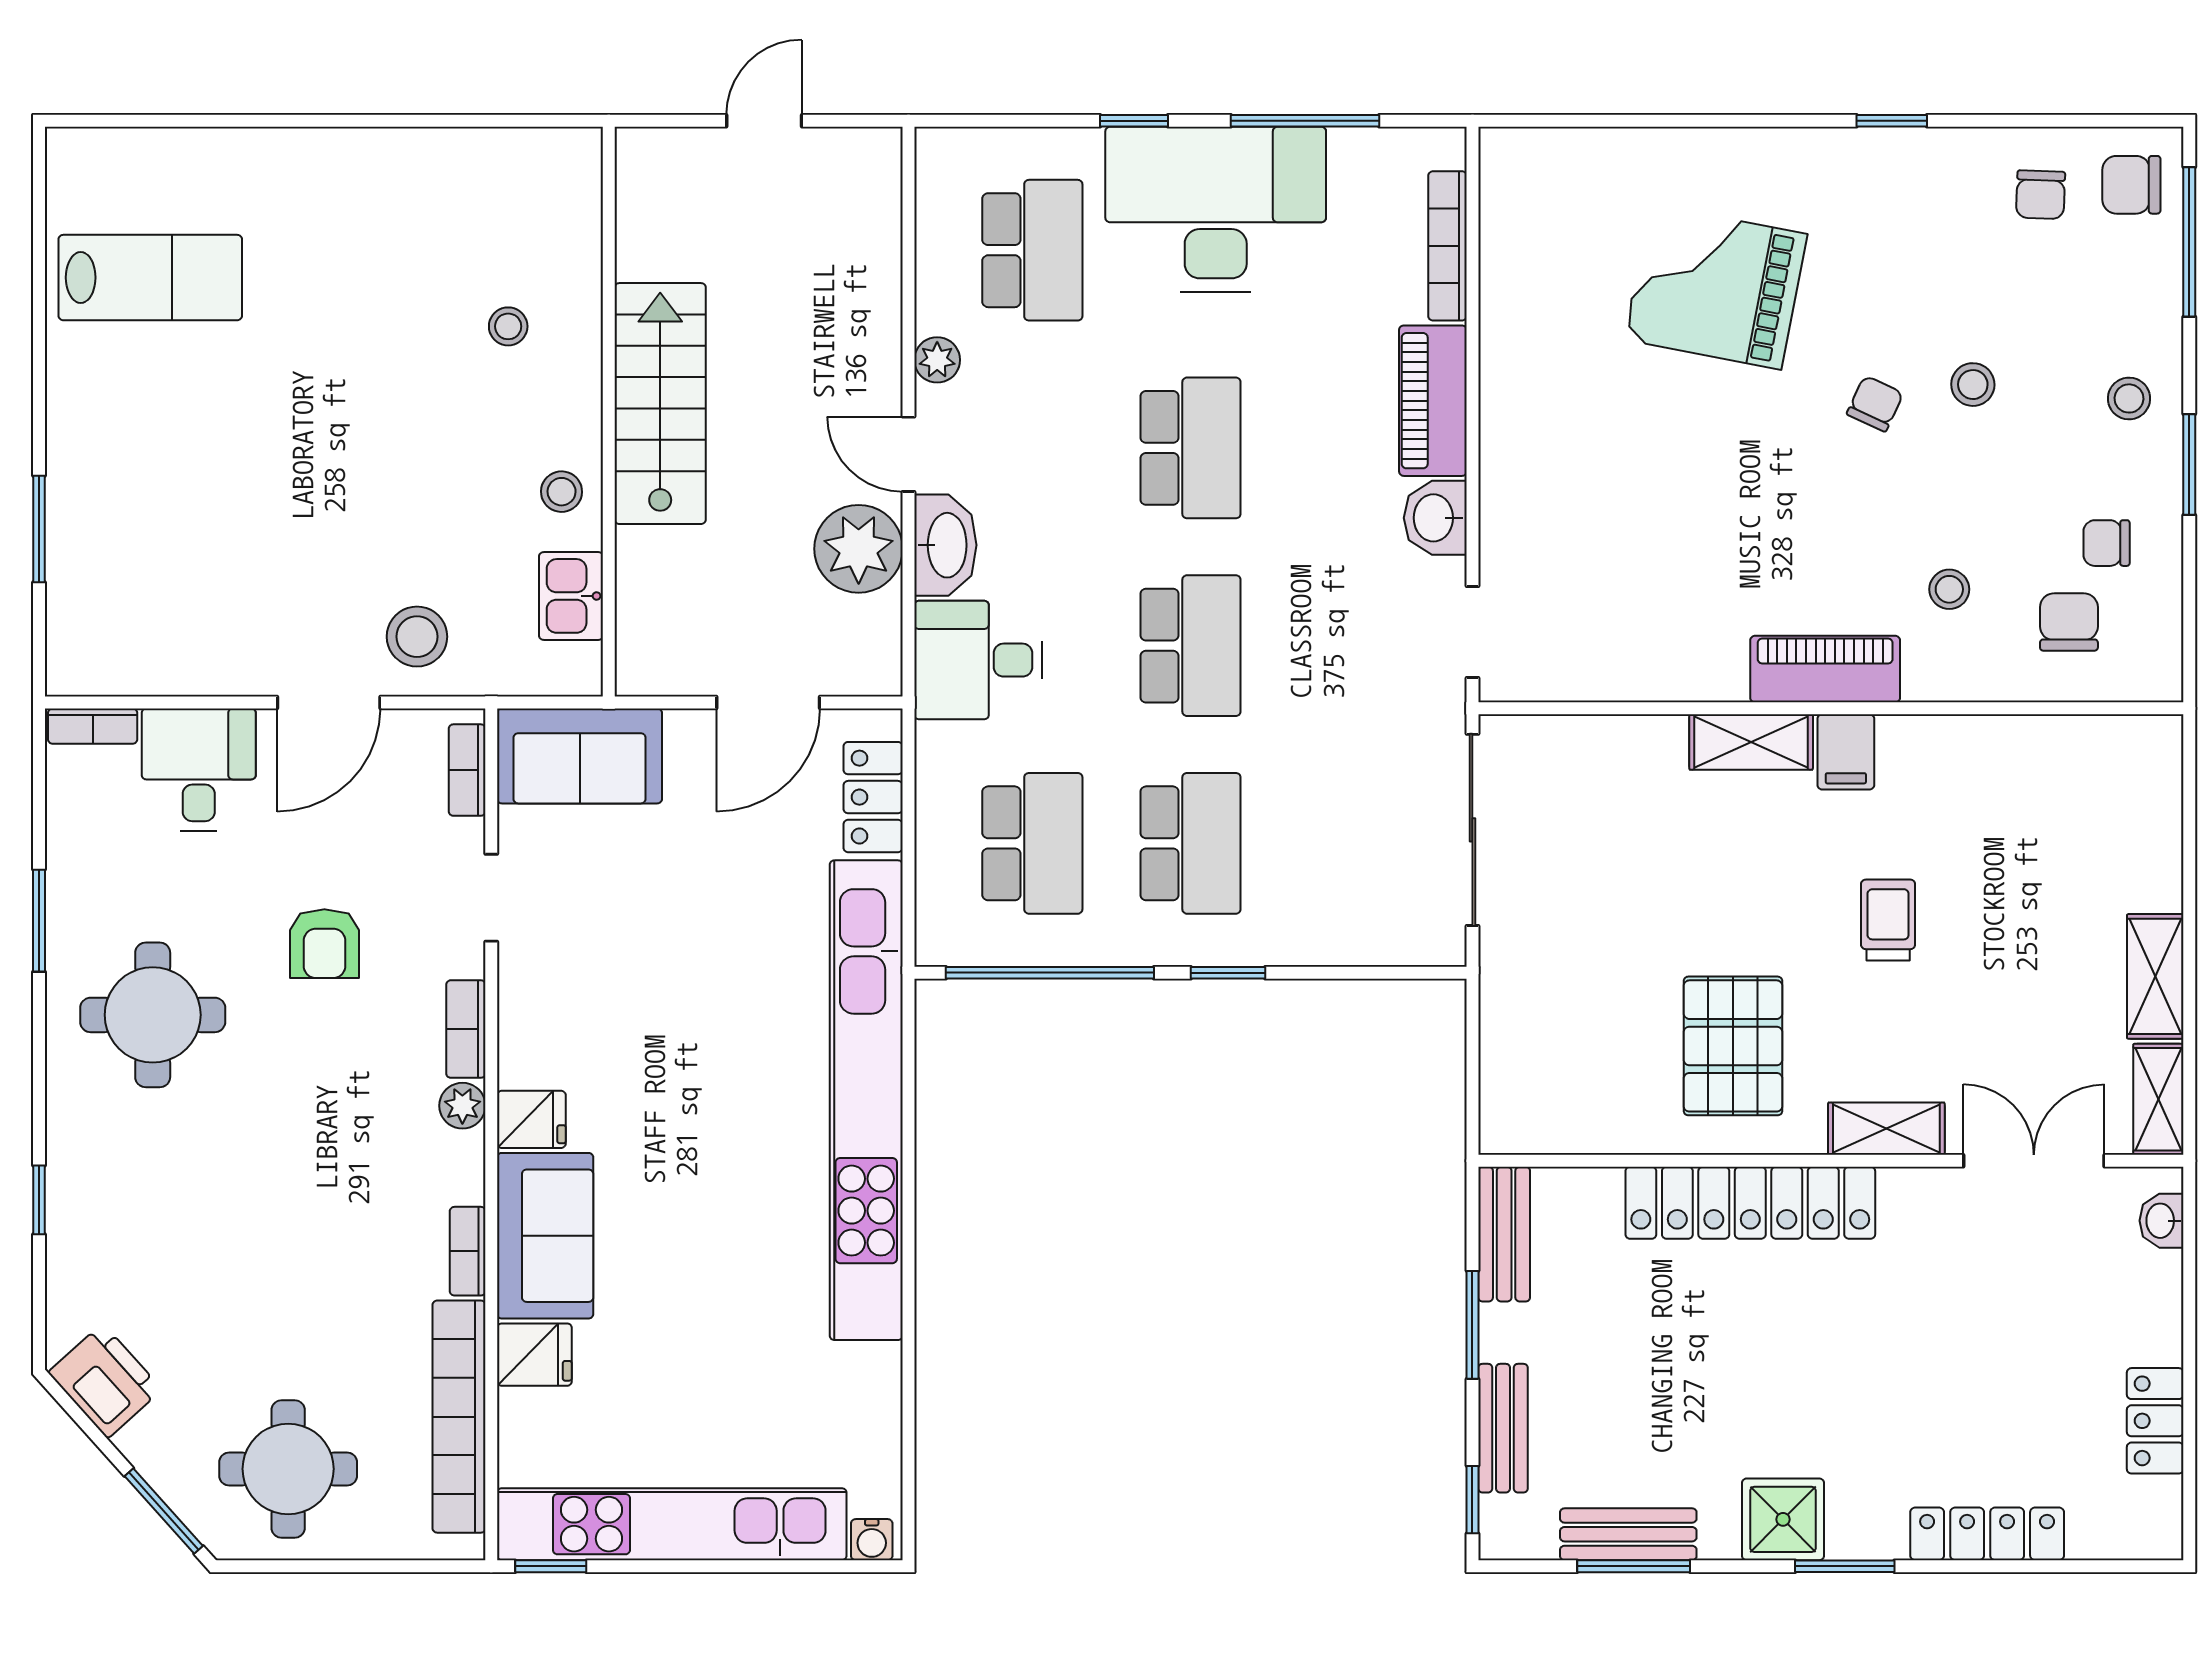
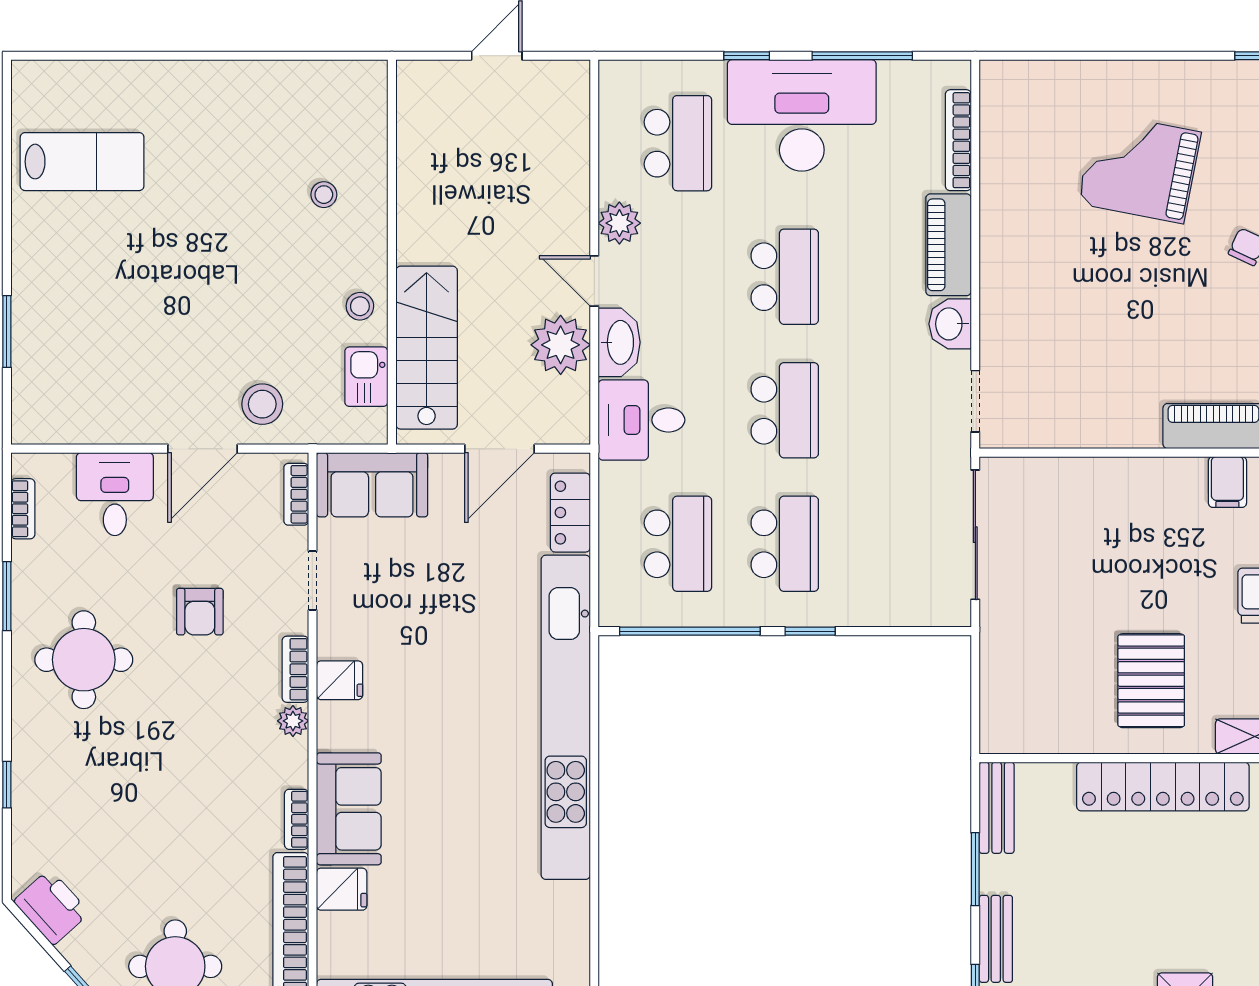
plant: (937, 360) -> (619, 223), width x1.38, depth x1.38
stairs: (660, 404) -> (427, 348), moved
bookcase: (93, 726) -> (23, 509), moved, turned -90
shelving: (1751, 742) -> (1163, 475), removed
fridge: (531, 1119) -> (340, 680), moved

